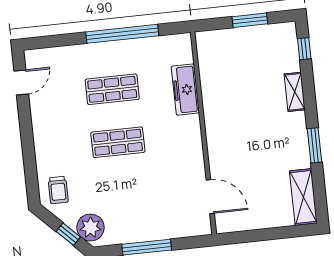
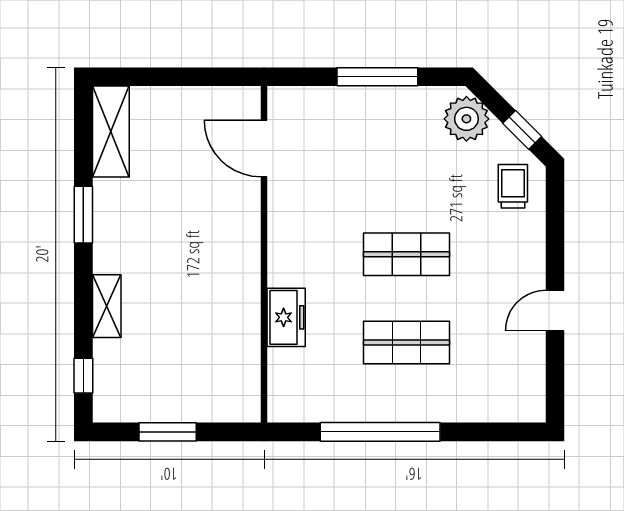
door: (21, 83) -> (555, 311), moved
freezer: (185, 90) -> (286, 317), width x0.71
window: (68, 234) -> (522, 130), moved

